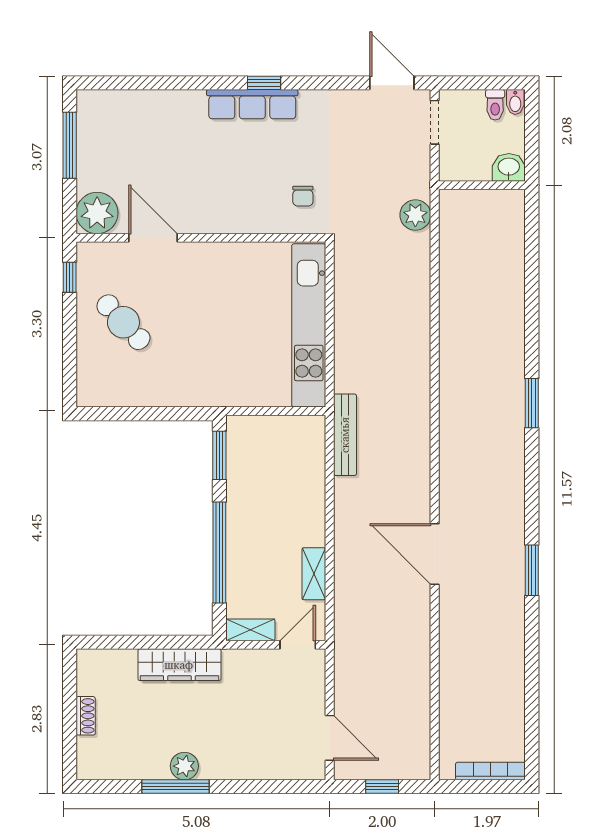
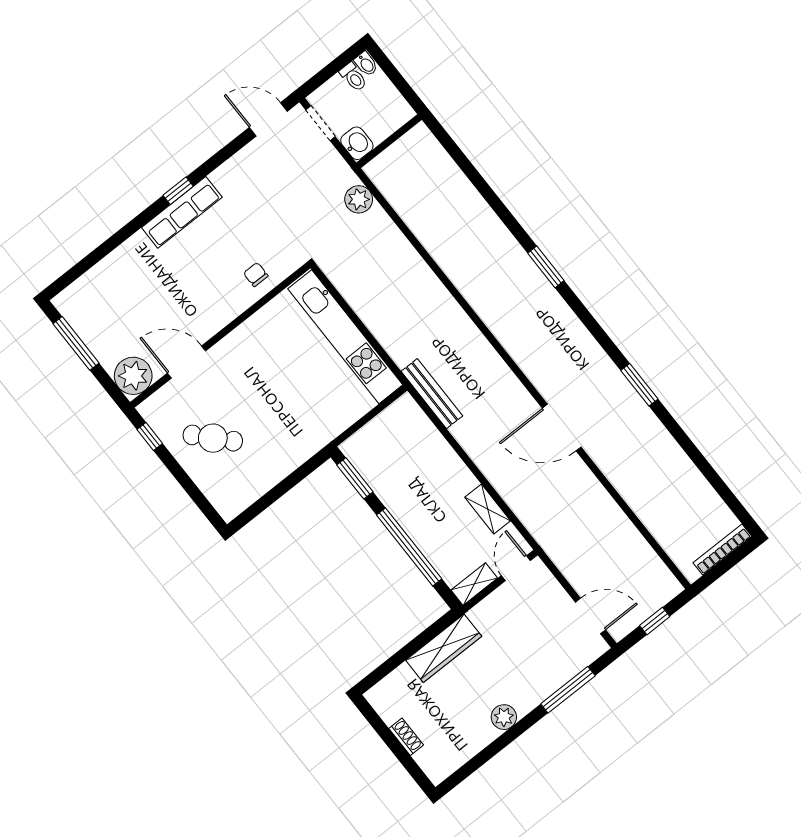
washbasin: (509, 167) -> (357, 143), moved, turned 90
chair: (303, 196) -> (256, 275), moved, turned 180
window: (176, 787) -> (568, 690), moved

